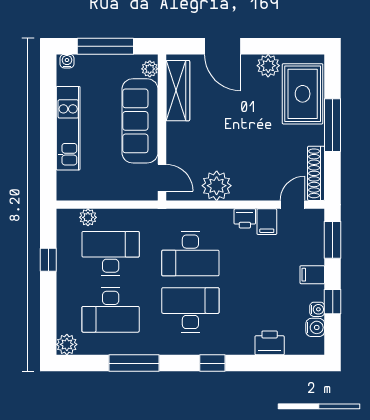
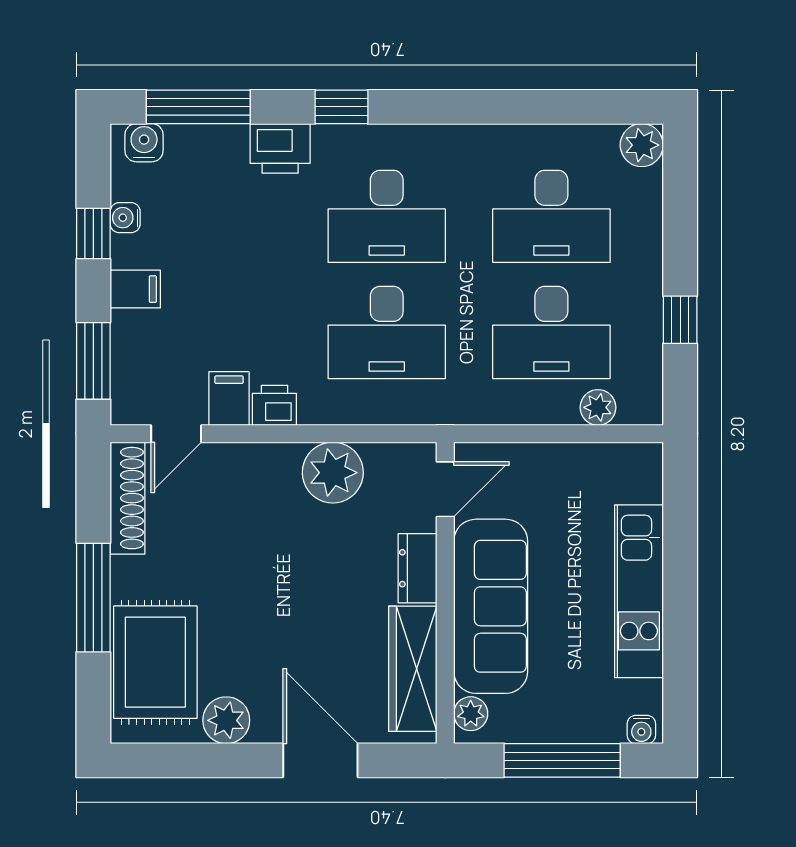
dresser: (175, 139) -> (418, 568), added
door: (162, 178) -> (445, 489), swing flipped
desk: (190, 254) -> (387, 332), turned 180
desk: (111, 310) -> (551, 216), turned 180
water cooler: (315, 327) -> (144, 143), moved, turned 90
printer: (270, 343) -> (280, 148), moved
window: (134, 363) -> (198, 107), moved

